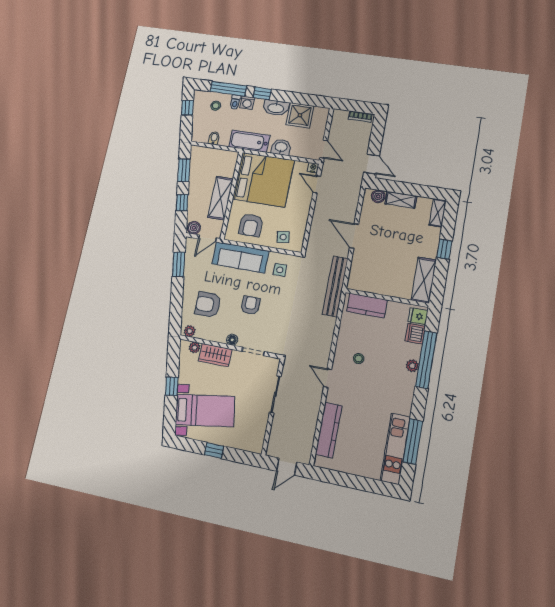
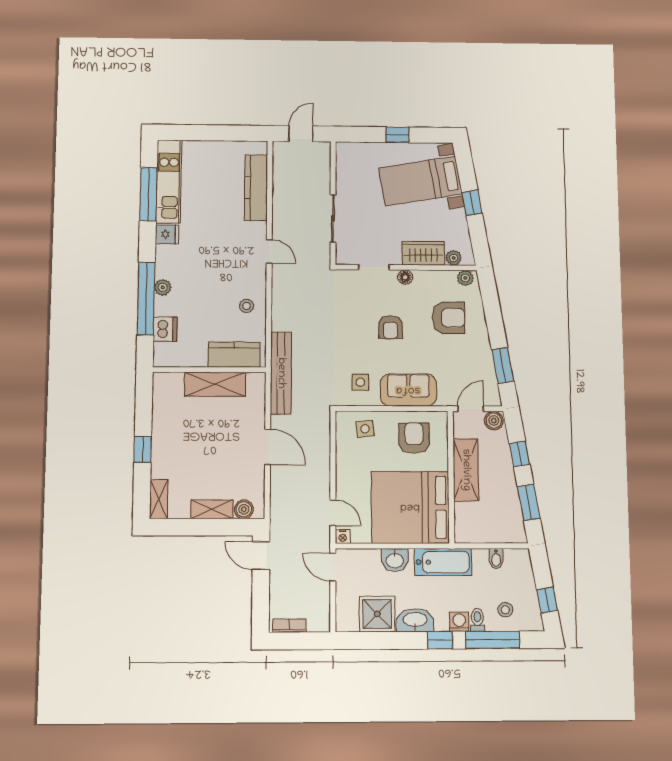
sofa: (240, 257) -> (408, 390), width x0.73
shelving: (424, 280) -> (215, 384), moved, turned 90
fridge: (418, 316) -> (167, 234), moved
stool: (359, 359) -> (246, 306), moved

